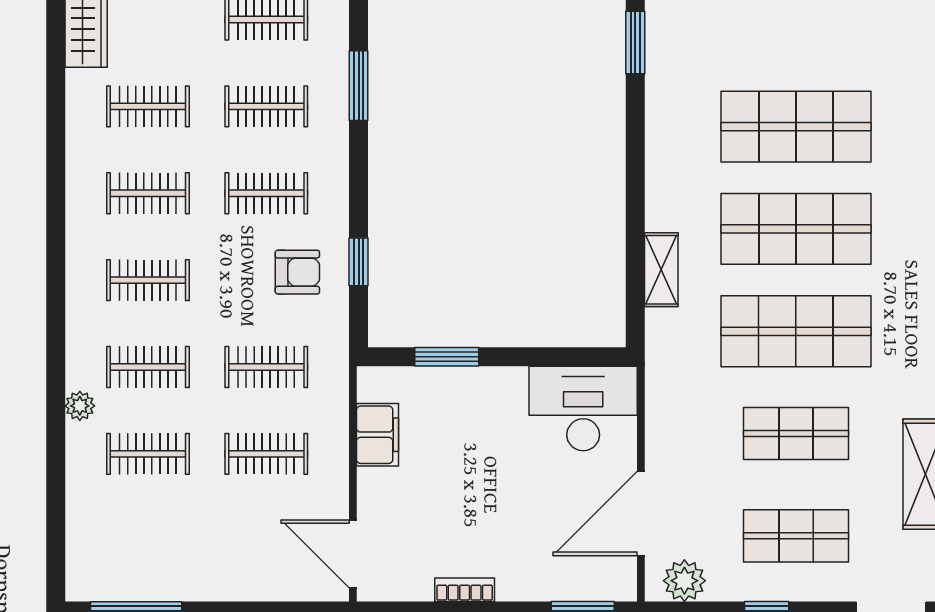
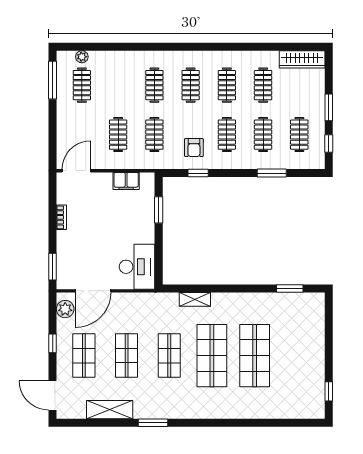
shop shelf: (796, 331) -> (169, 356), width x0.70, depth x0.74
plant: (80, 406) -> (82, 57), moved
clothes rail: (148, 454) -> (82, 85), moved
door: (641, 514) -> (93, 291), swing flipped

